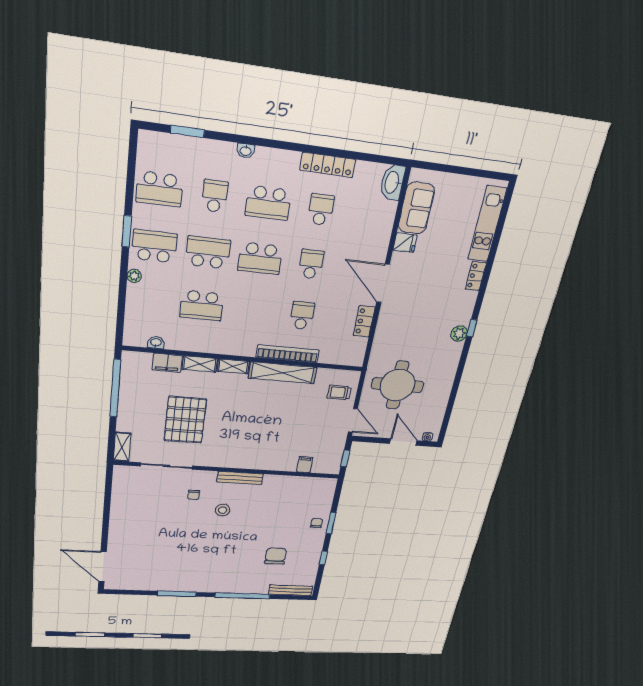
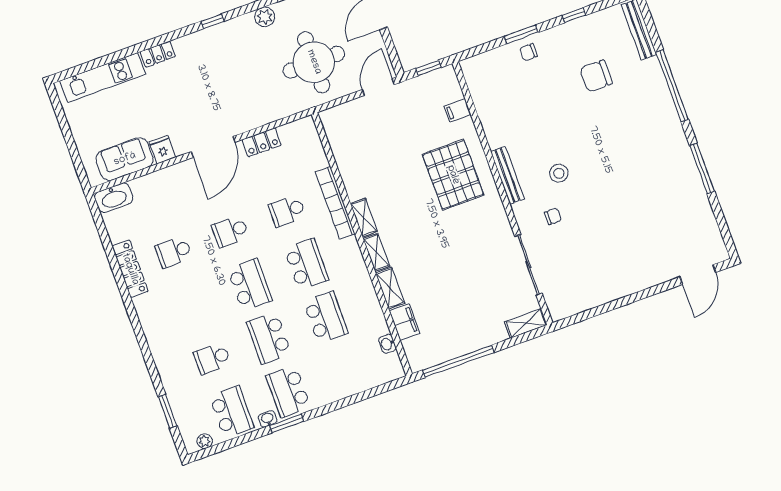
washbasin: (246, 151) -> (268, 419), moved, turned -90
school desk: (268, 203) -> (306, 264), moved
plant: (134, 276) -> (205, 441), moved
plant: (459, 334) -> (265, 17), moved
shelving: (282, 373) -> (364, 218), width x0.45, depth x0.75
trolley: (339, 392) -> (353, 122), removed
pallet: (185, 420) -> (453, 175), moved, turned 90
door: (102, 567) -> (698, 275), width x0.73

